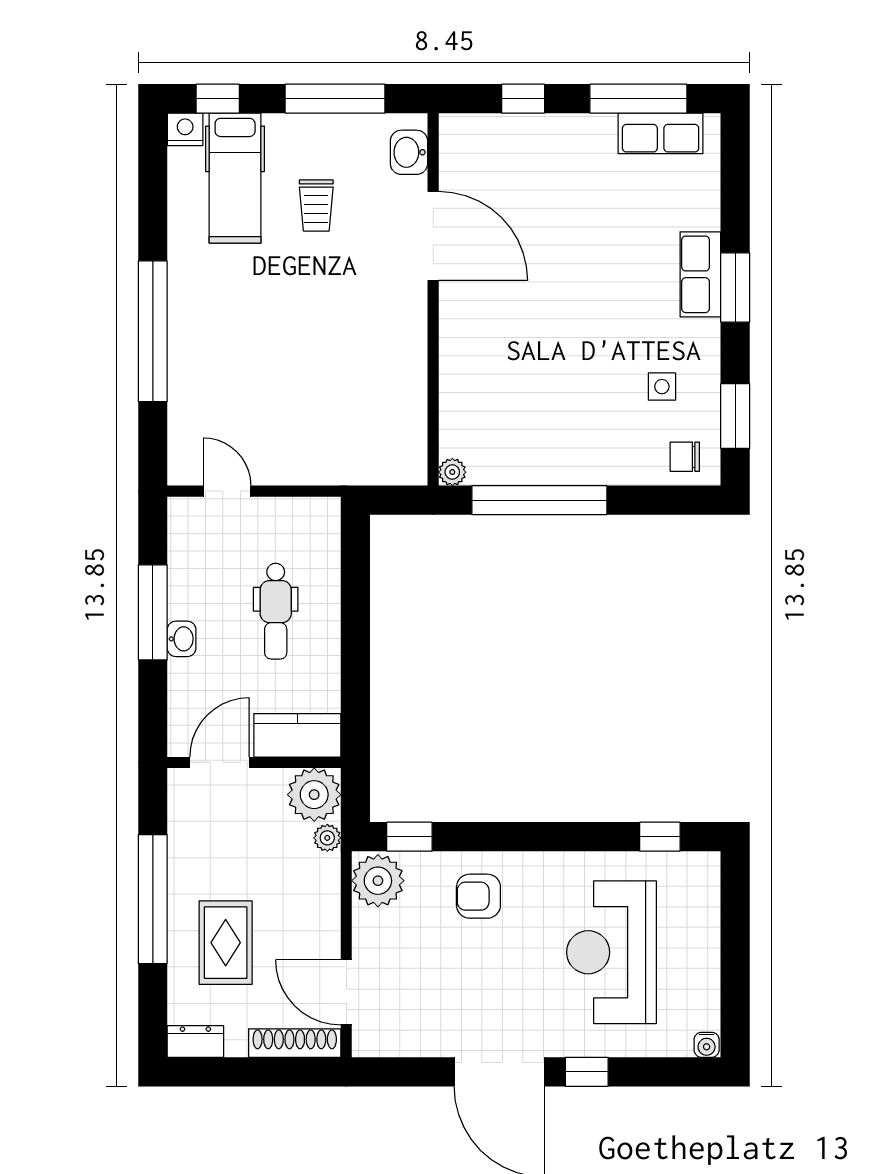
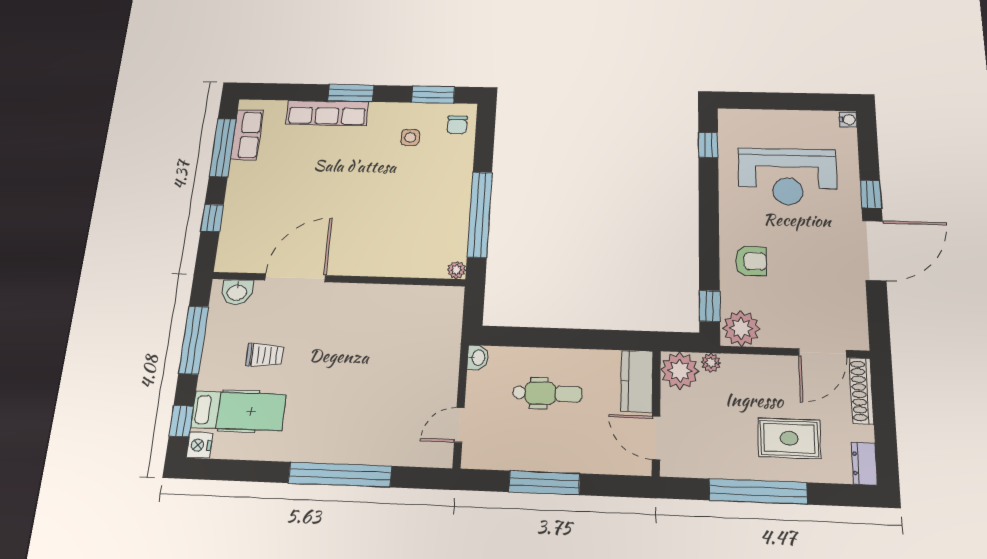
row of seats: (700, 274) -> (327, 113), width x1.48
washbasin: (182, 639) -> (478, 358), moved, turned 90
armchair: (478, 896) -> (751, 261), turned -90

